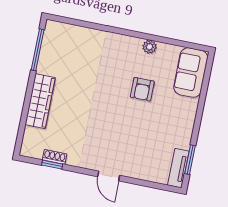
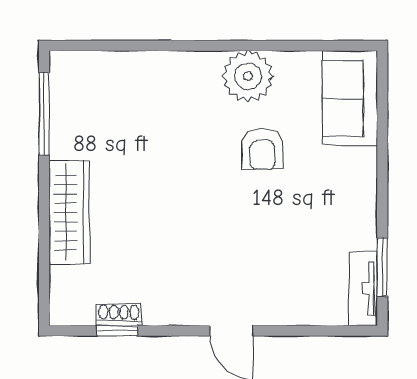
plant: (150, 47) -> (248, 76), width x1.87, depth x1.87

